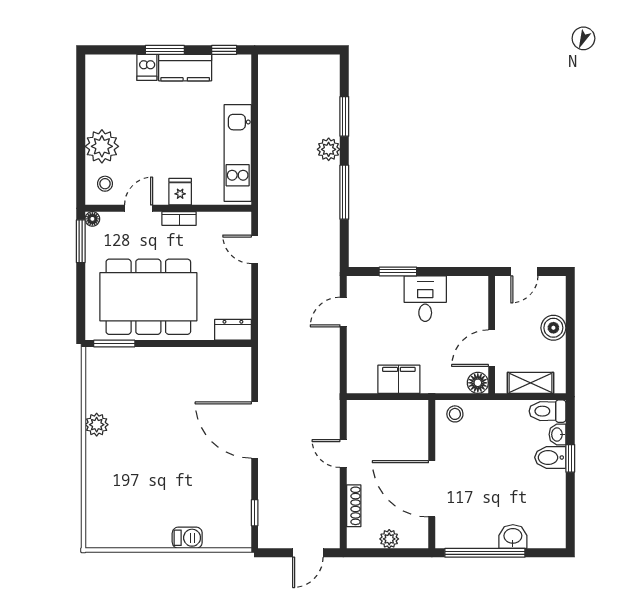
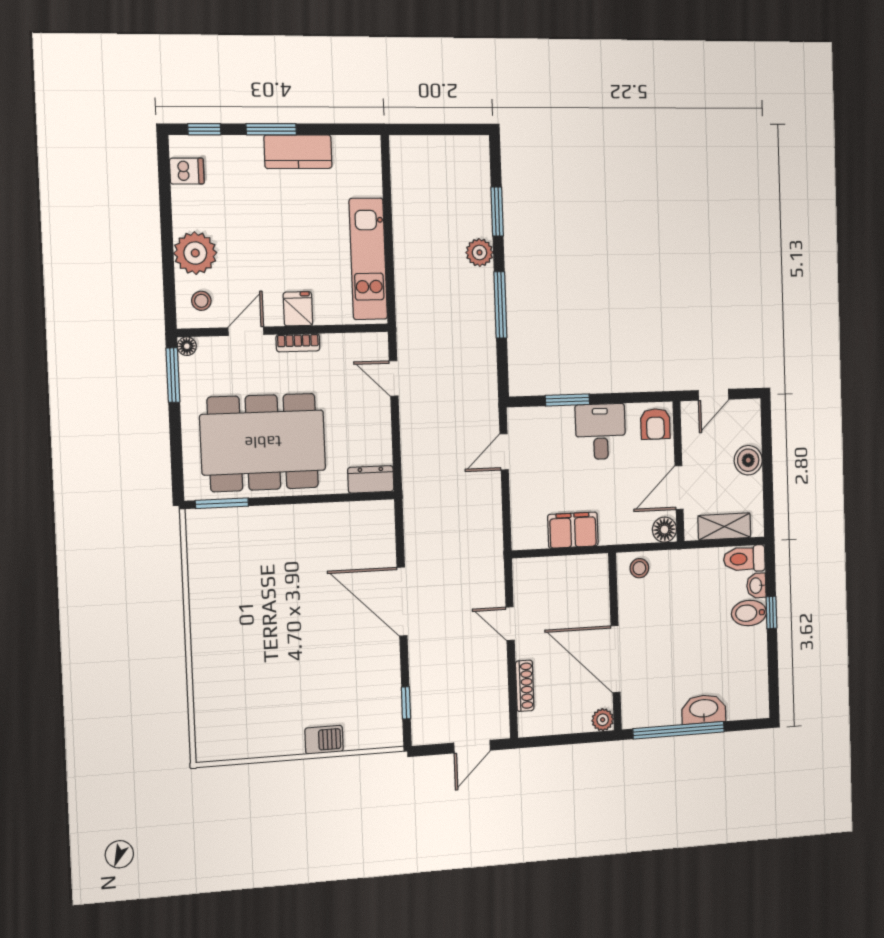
window: (224, 50) -> (204, 129), moved
dishwasher: (147, 67) -> (187, 171), moved, turned -90
armchair: (473, 294) -> (655, 424), added
plant: (97, 425) -> (204, 607), removed
washbasin: (513, 537) -> (704, 709), width x1.38
plant: (389, 539) -> (603, 720), moved

